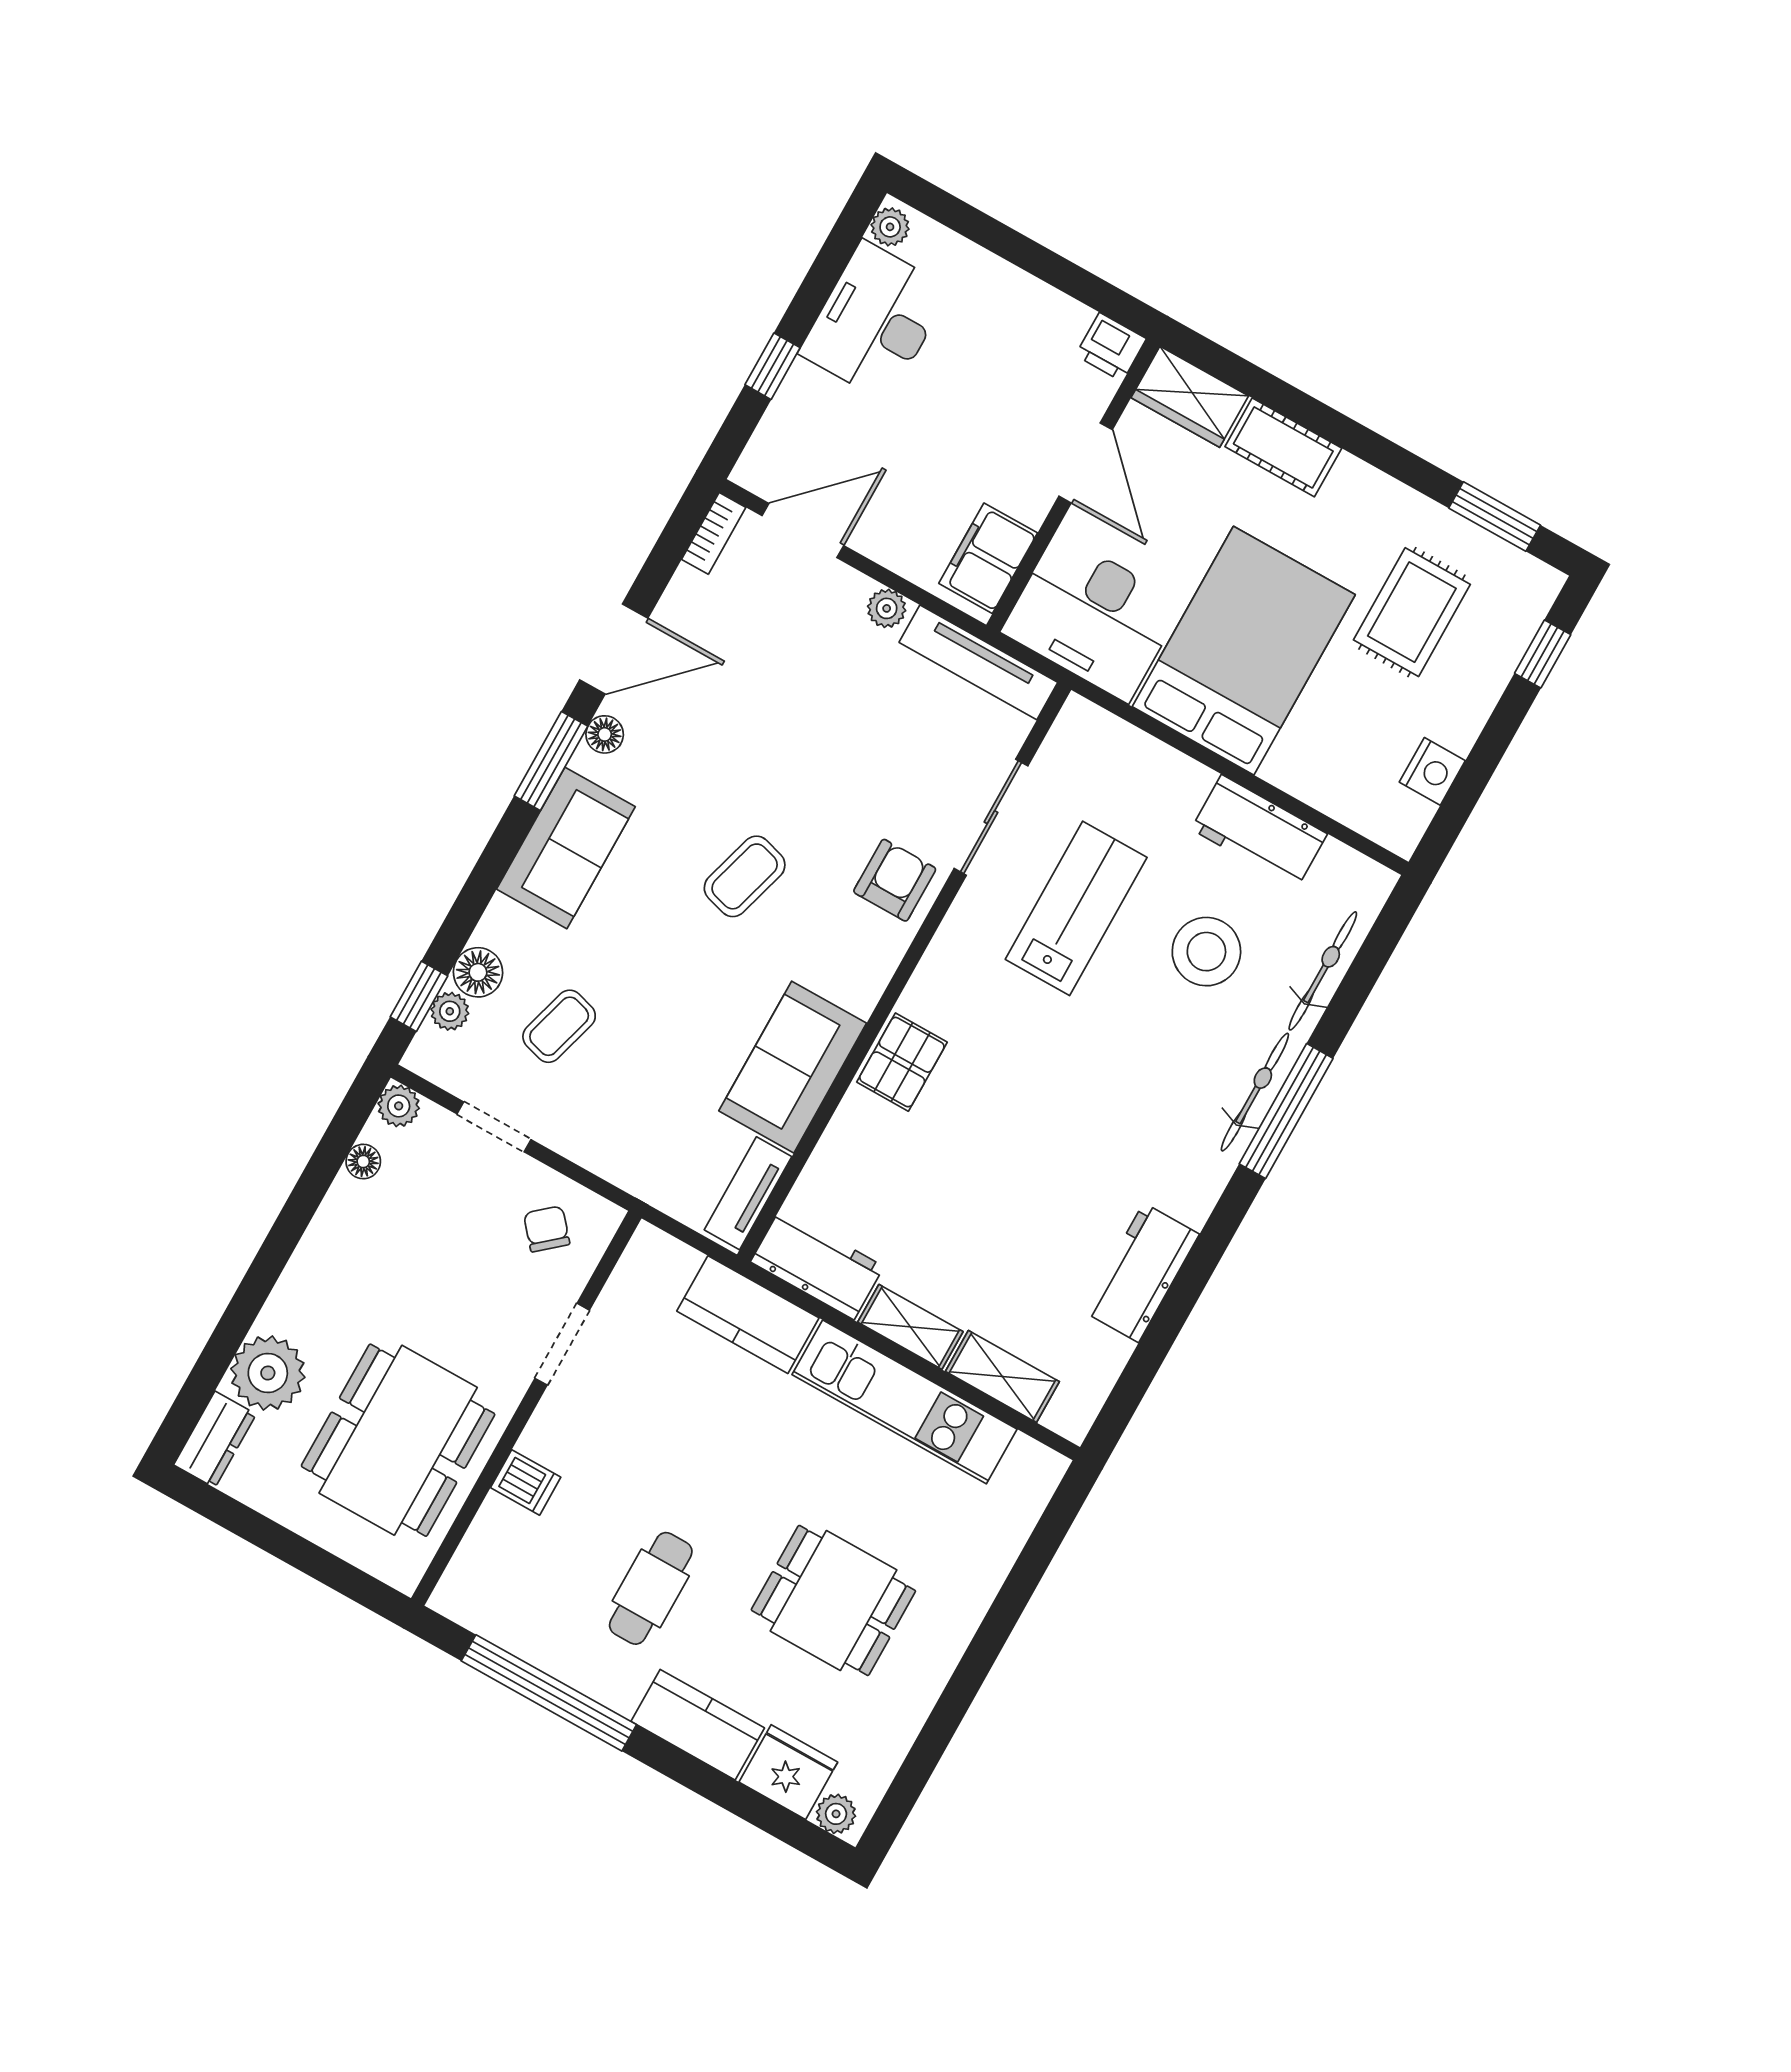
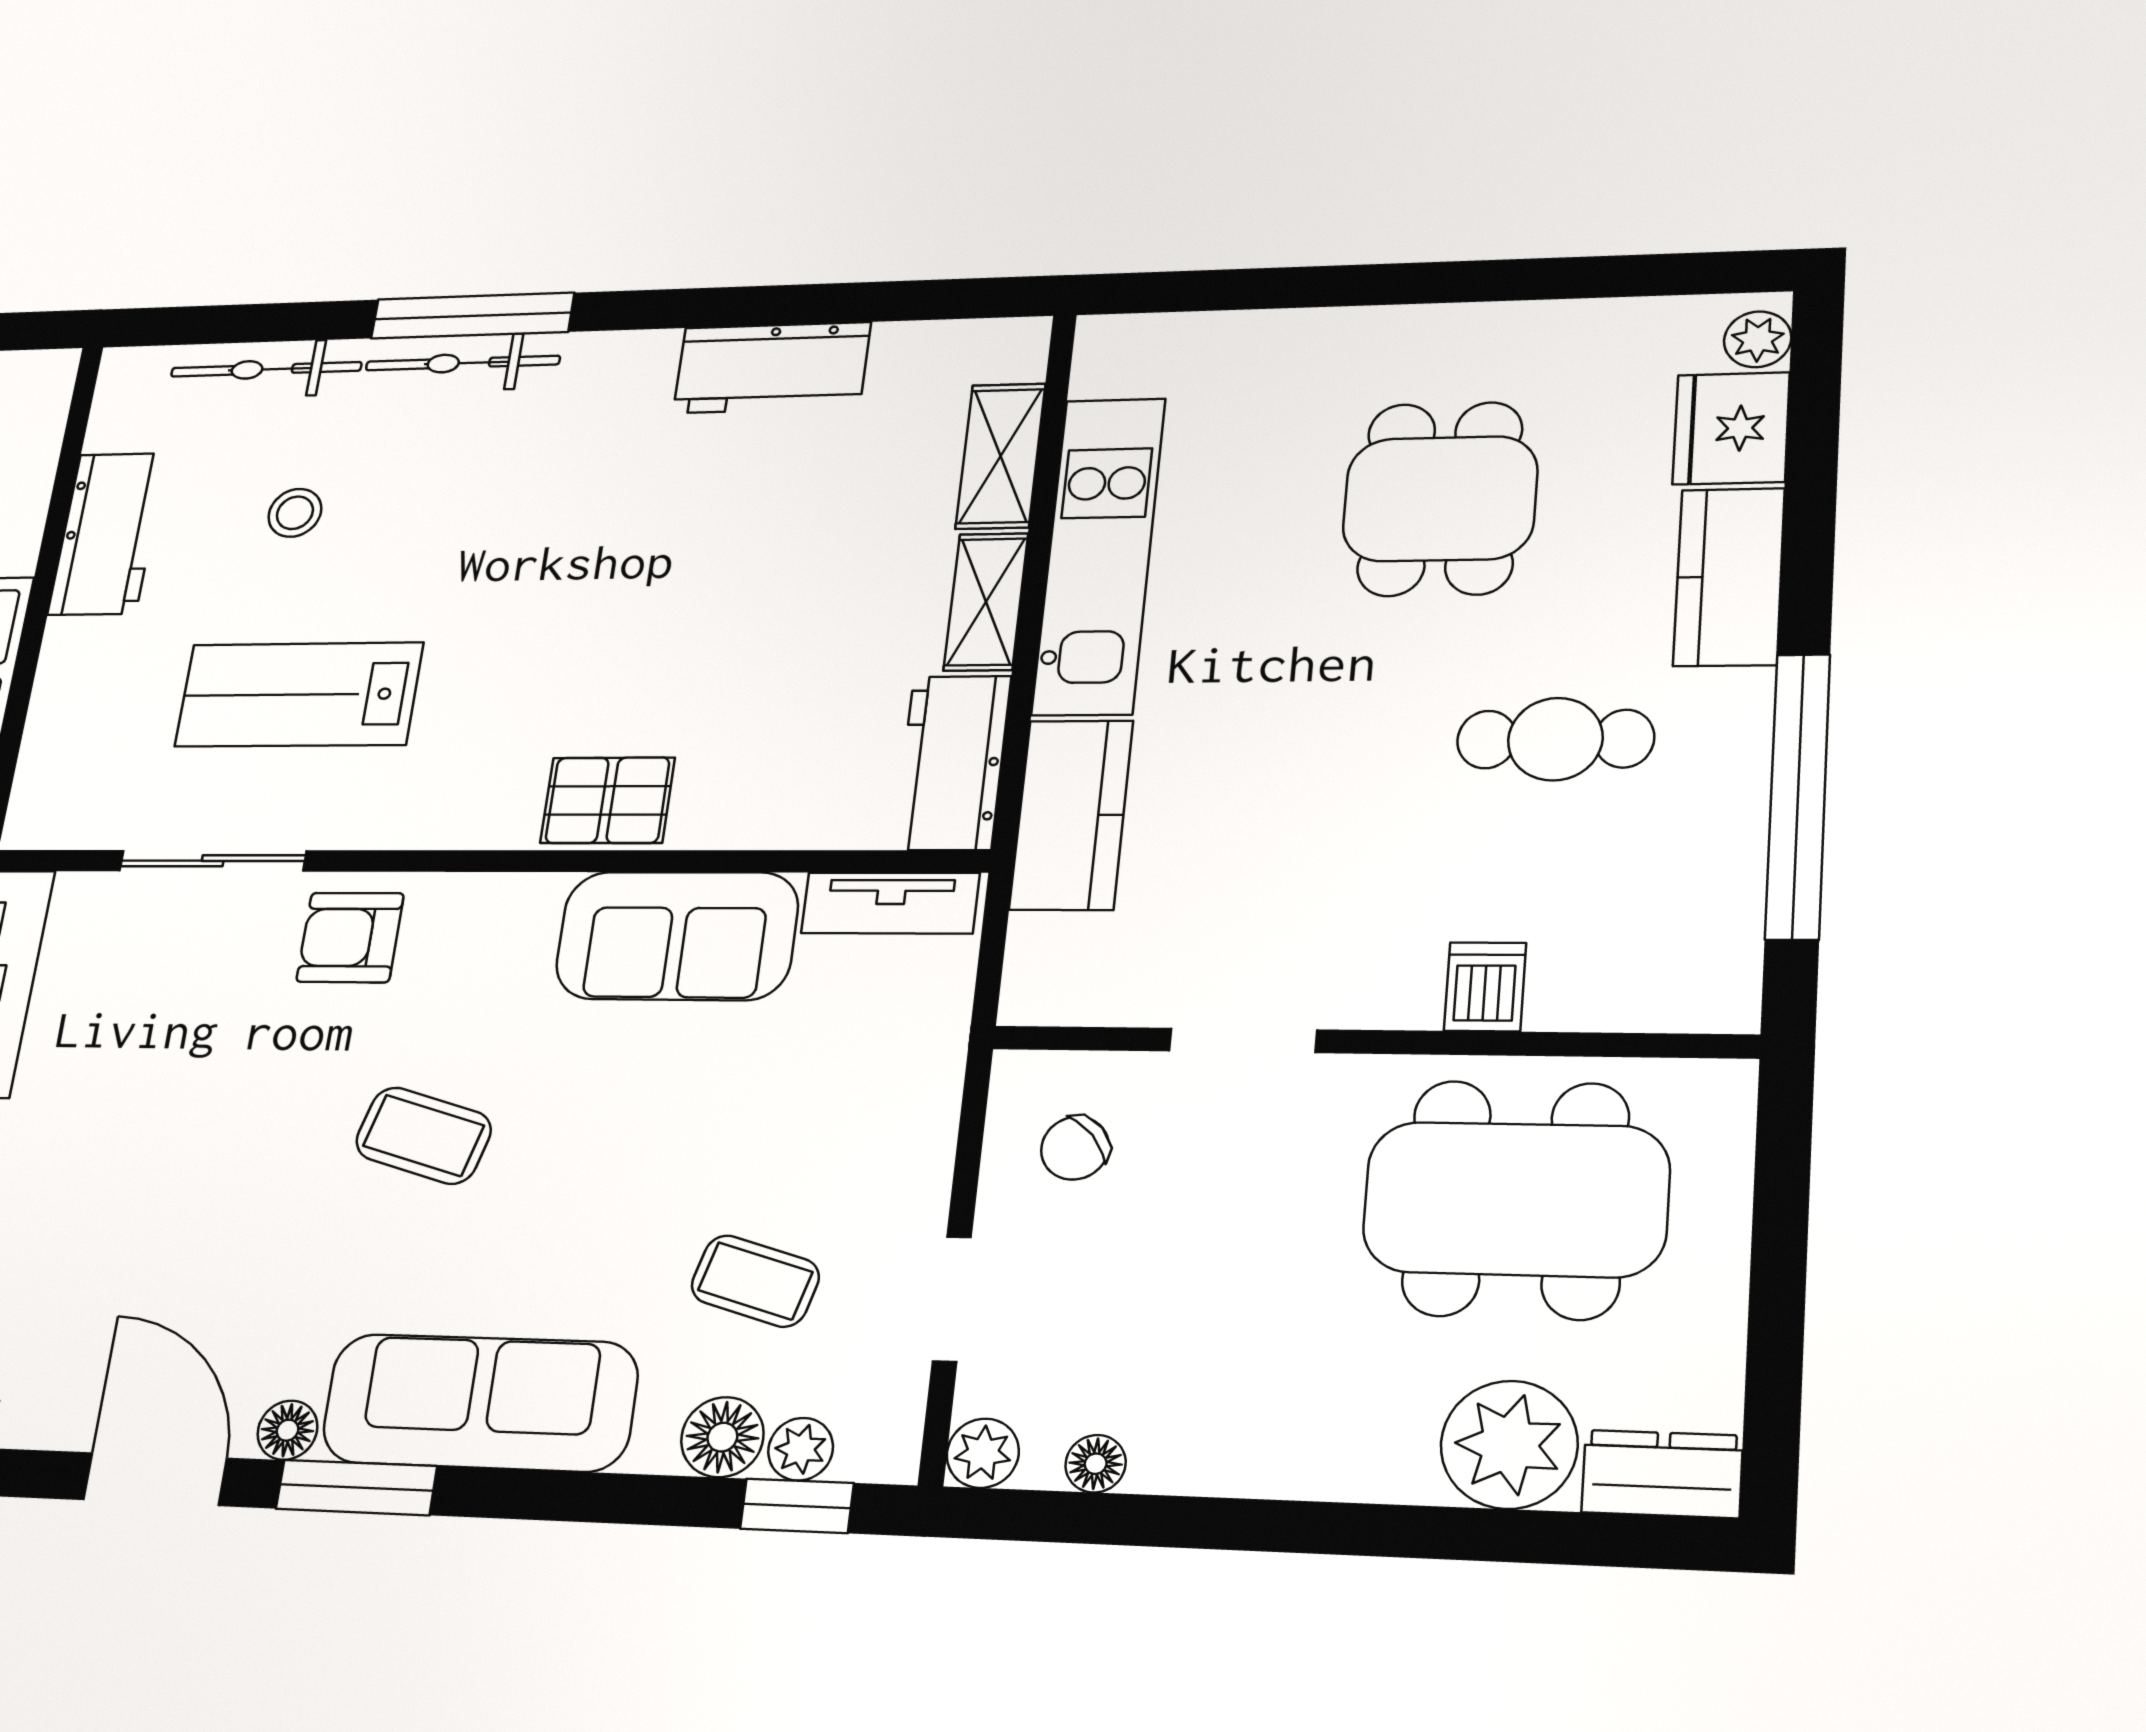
sofa: (566, 848) -> (480, 1402), width x1.36
stool: (1206, 952) -> (295, 513), width x0.53, depth x0.53

